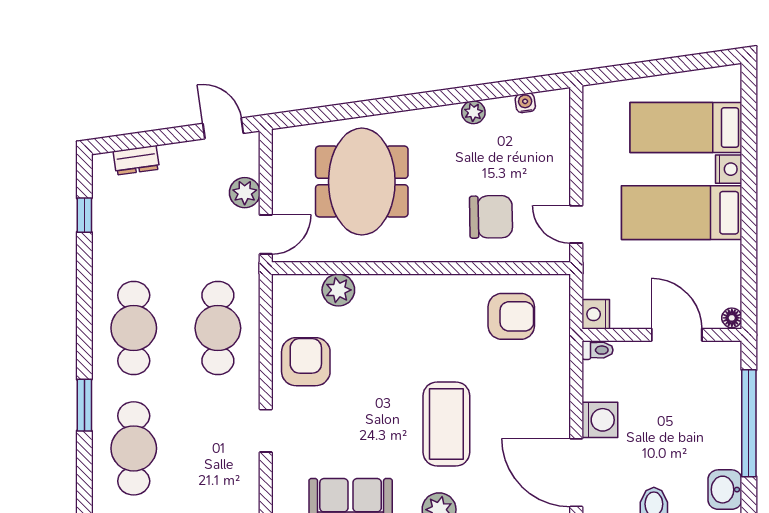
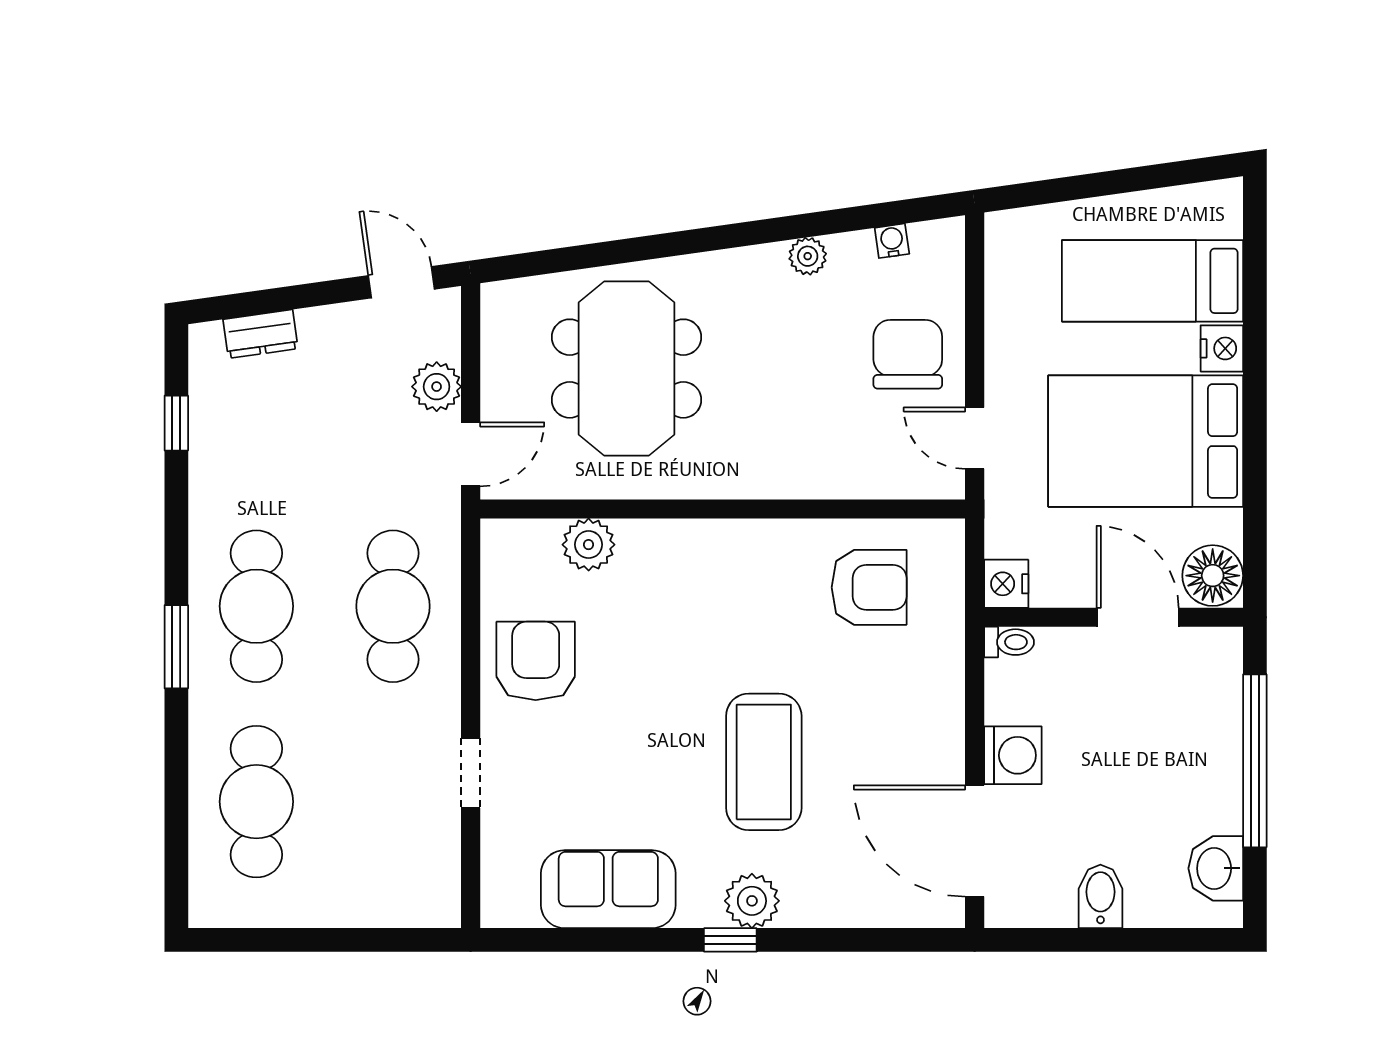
bed: (682, 213) -> (1146, 441), width x1.50
chair: (491, 217) -> (908, 354), moved, turned -89
floor lamp: (732, 318) -> (1213, 576), width x1.89, depth x1.89
window: (84, 405) -> (176, 647), moved

